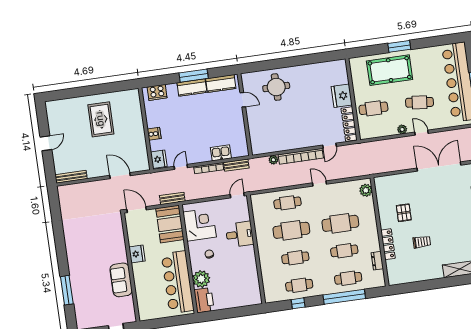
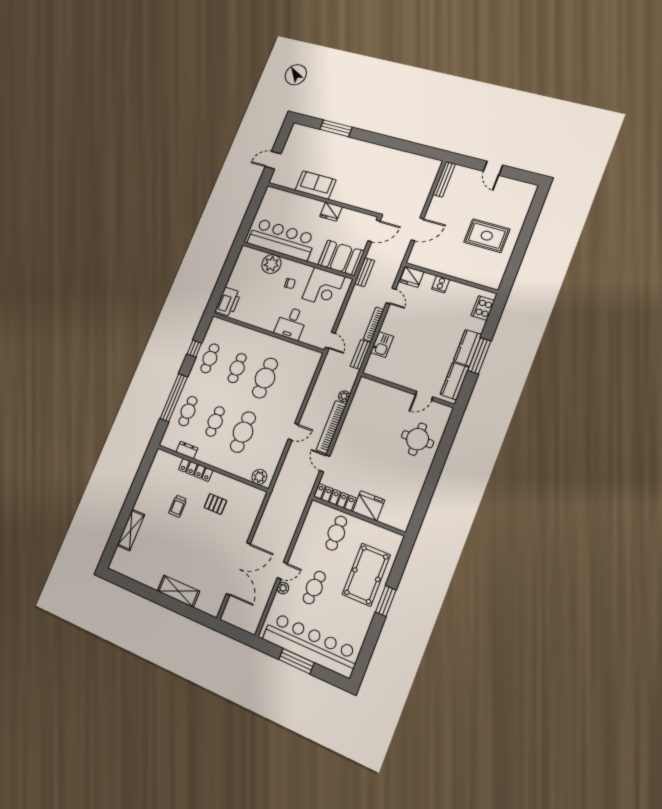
plant: (402, 129) -> (283, 588), moved
cafe table: (287, 203) -> (293, 388), removed
printer: (204, 300) -> (228, 302), moved, turned -90

